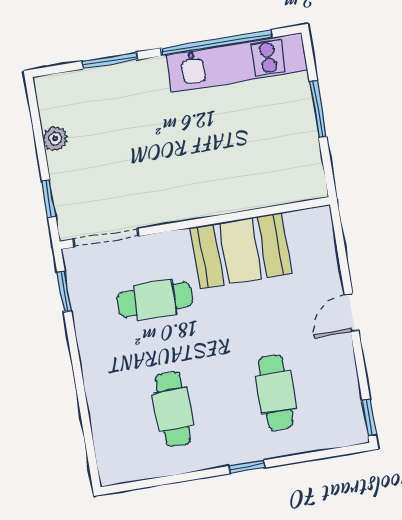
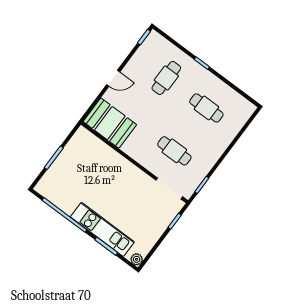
kitchen unit: (237, 63) -> (102, 229), moved
plant: (55, 138) -> (137, 259), moved
booth: (241, 251) -> (110, 123), moved
cafe table: (173, 409) -> (206, 108), turned 90

